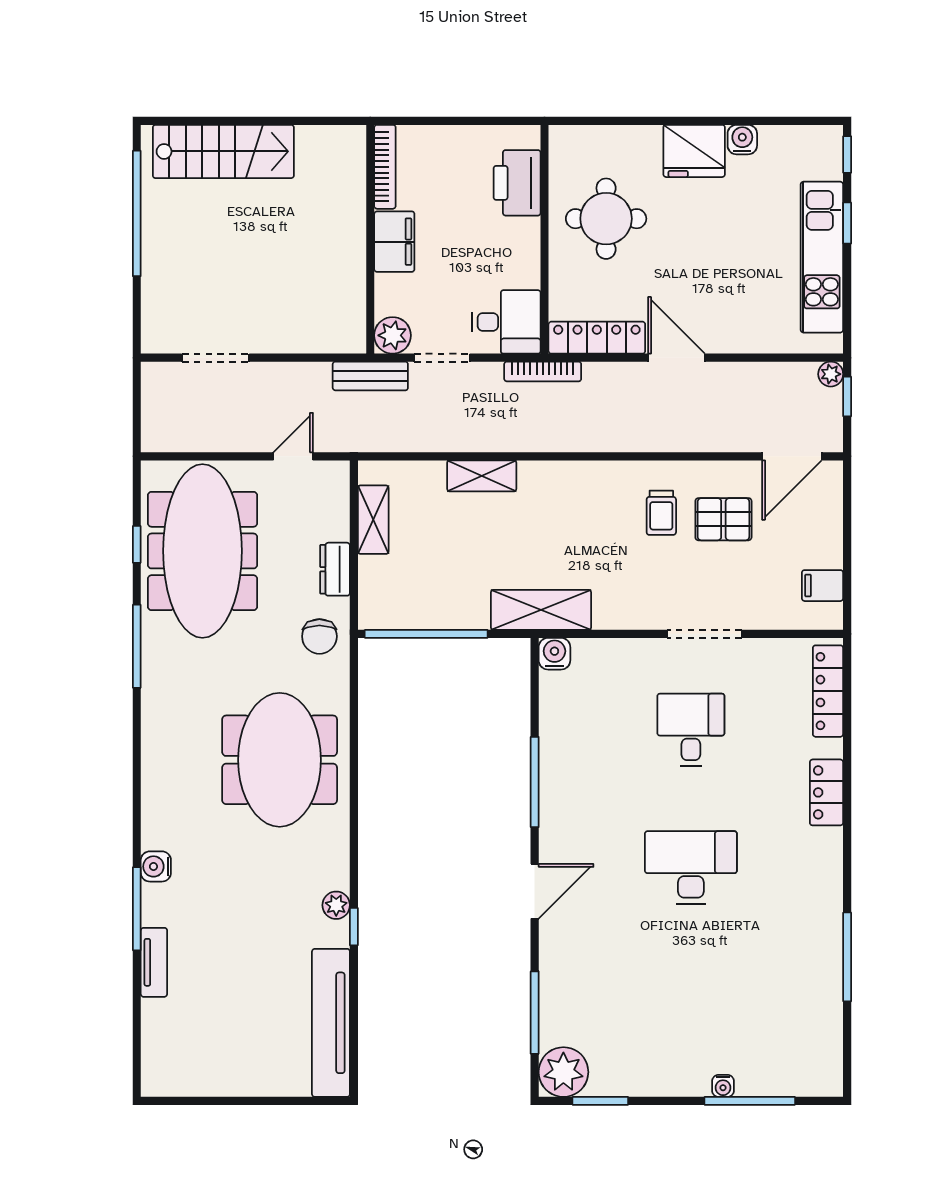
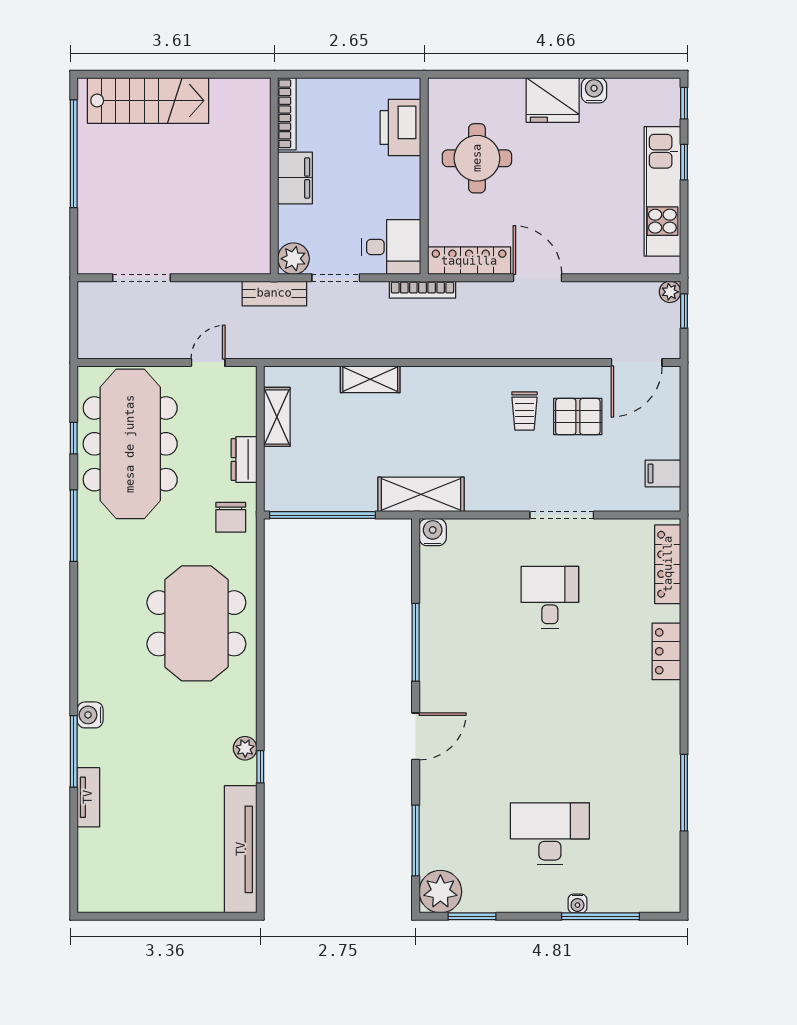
desk: (691, 867) -> (550, 834), moved

